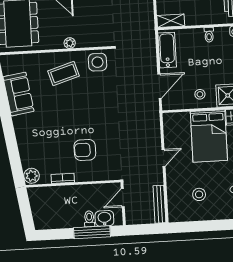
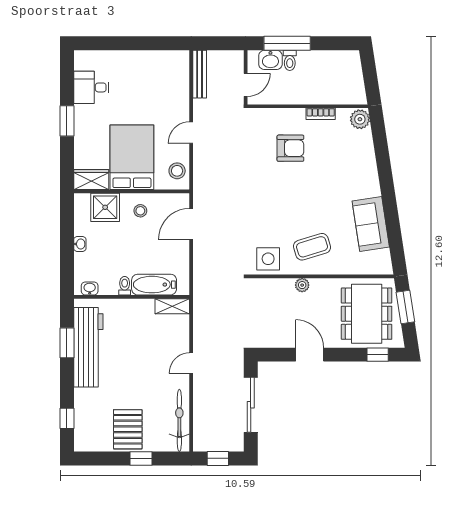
bathtub: (167, 50) -> (154, 285), moved, turned 90
stool: (199, 194) -> (177, 171), moved

